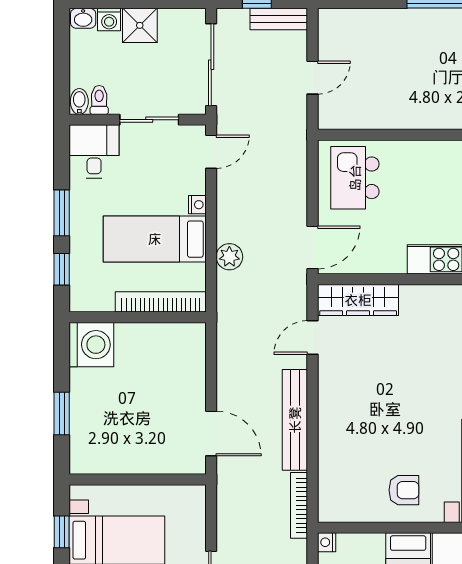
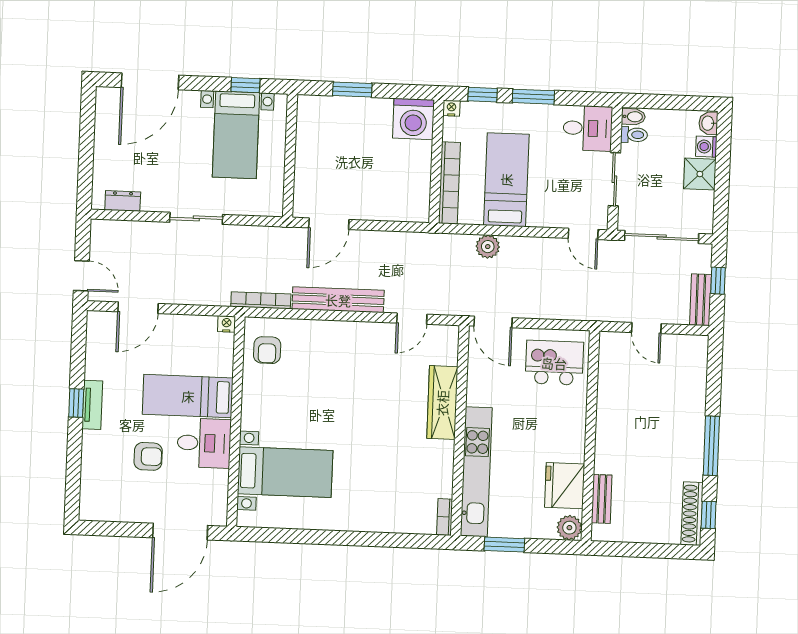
nightstand: (197, 205) -> (451, 108), moved, turned 180
wardrobe: (358, 300) -> (442, 403), moved
door: (313, 337) -> (412, 319), swing flipped
armchair: (404, 490) -> (267, 350), moved

